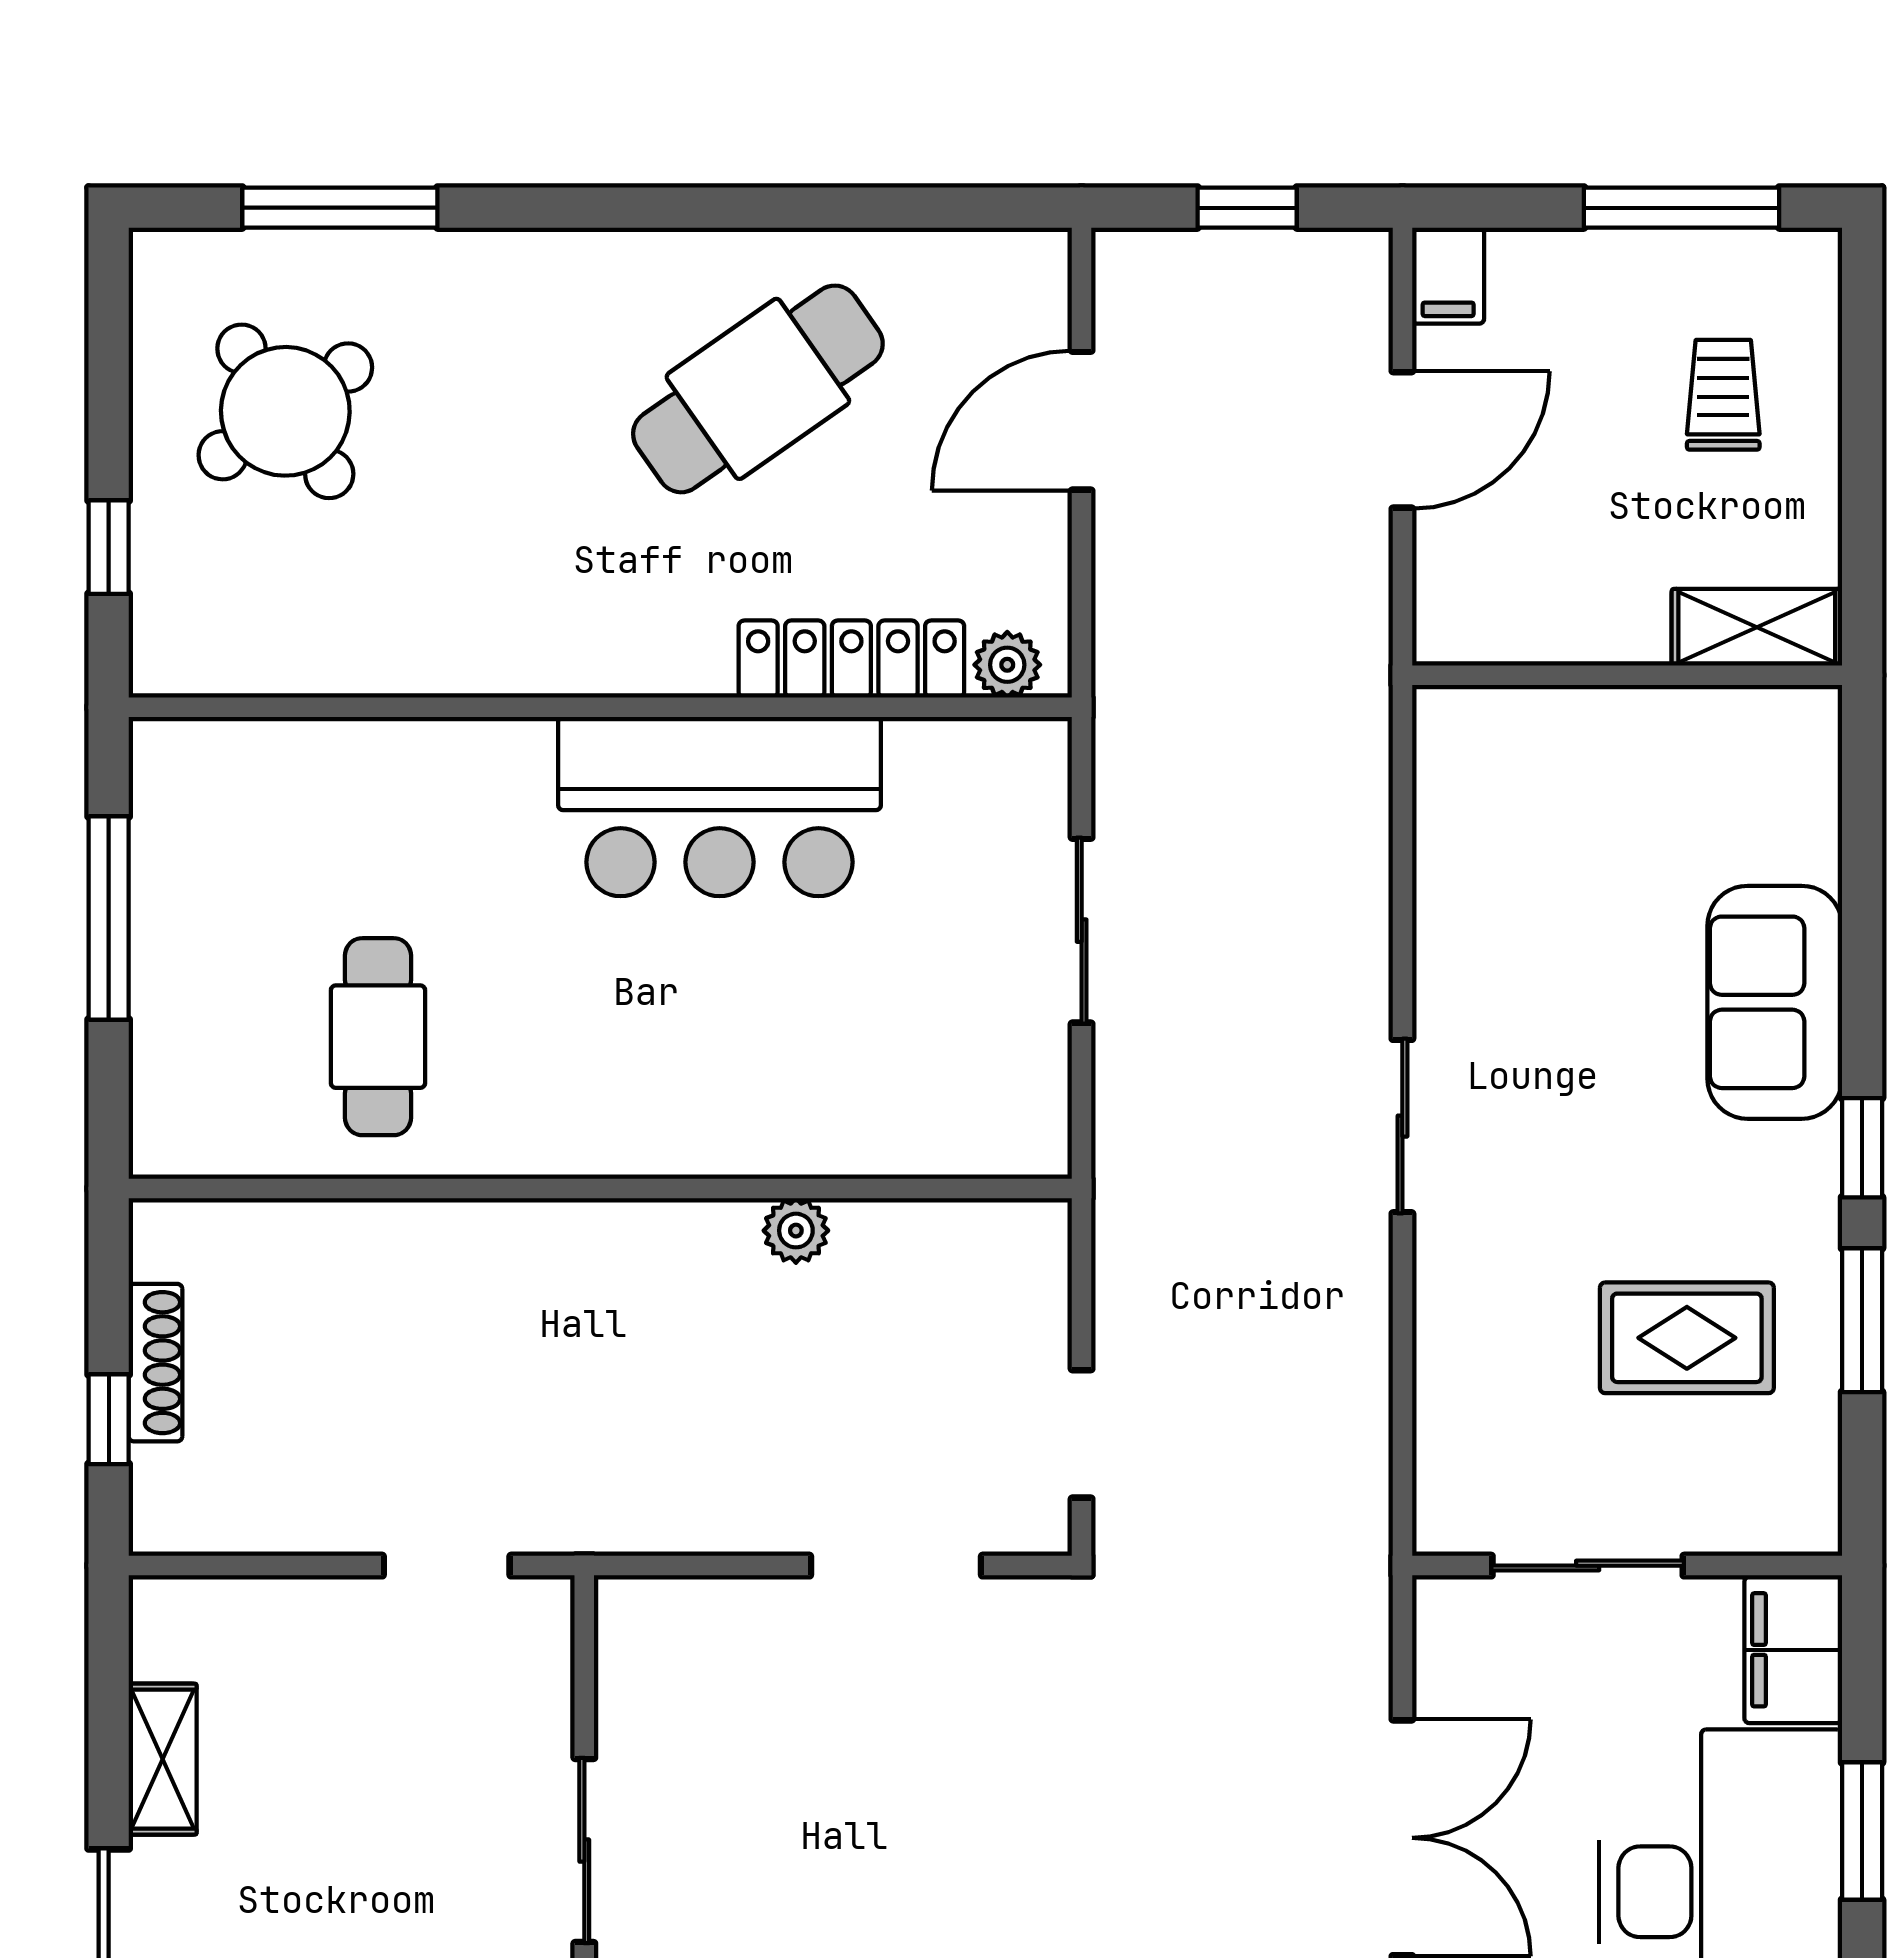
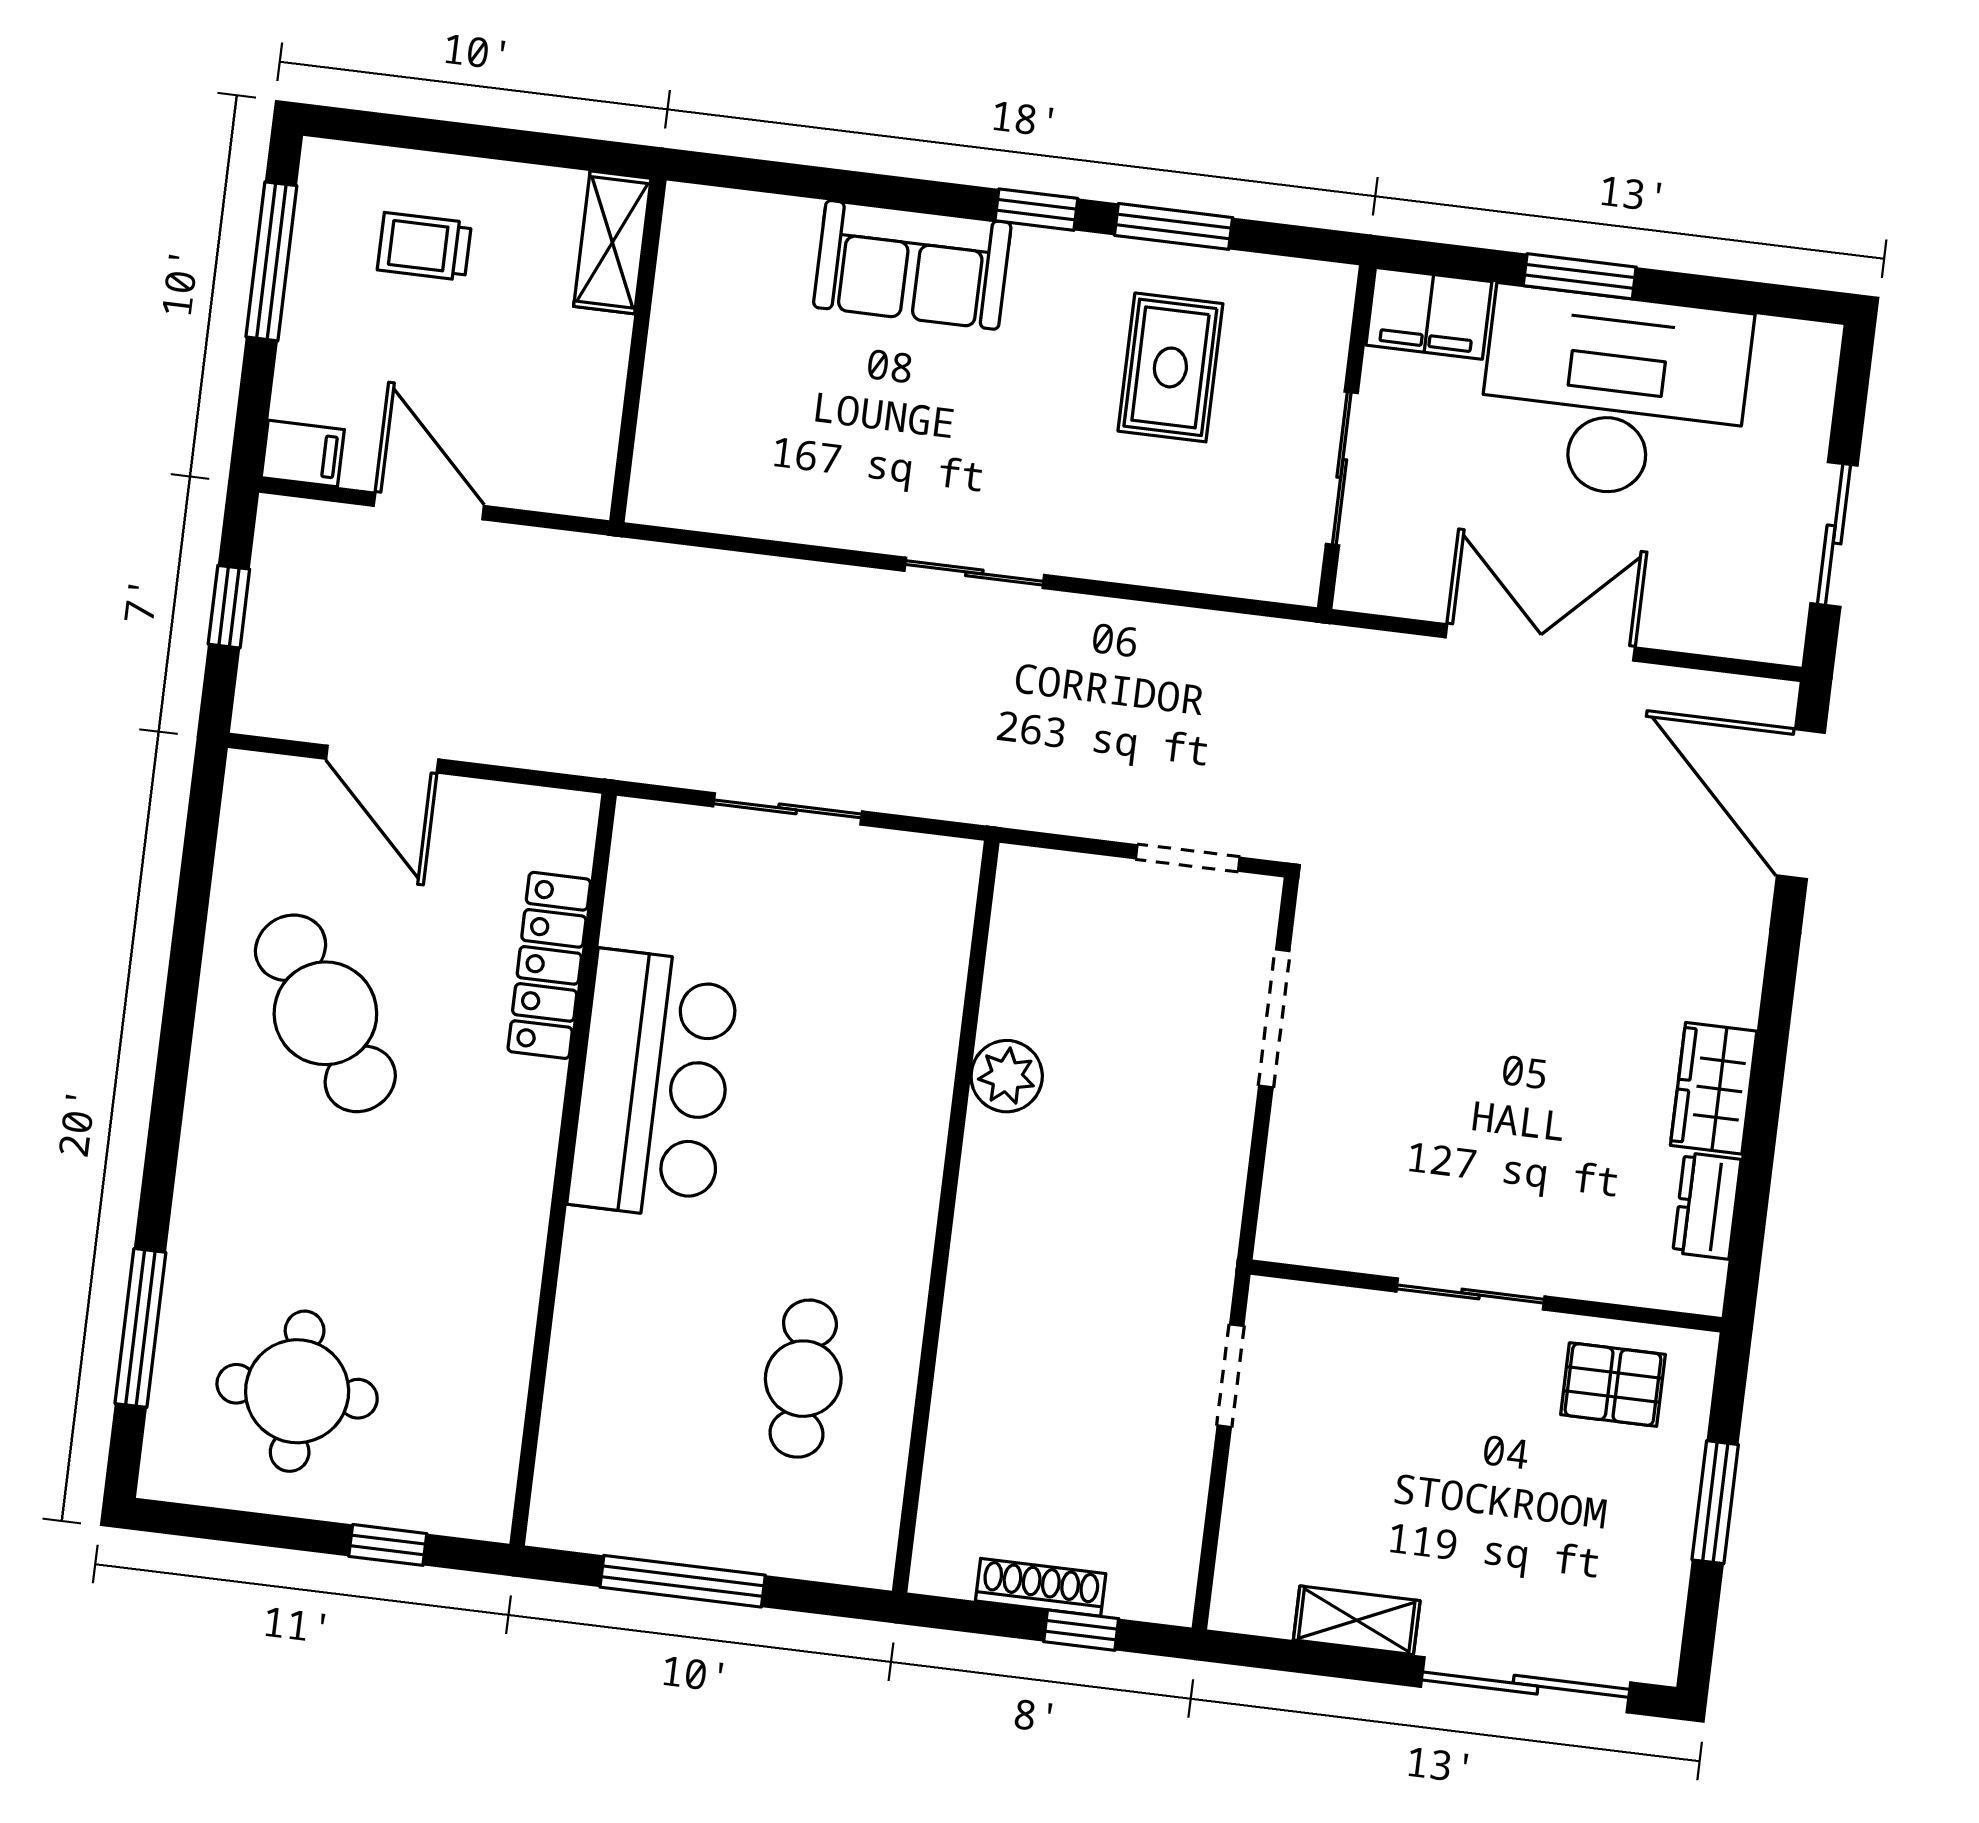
round table: (285, 411) -> (297, 1391), turned 35
plant: (1007, 665) -> (569, 842), removed
cafe table: (378, 1037) -> (803, 1379), turned 90
plant: (796, 1231) -> (1007, 1076), width x1.38, depth x1.38

